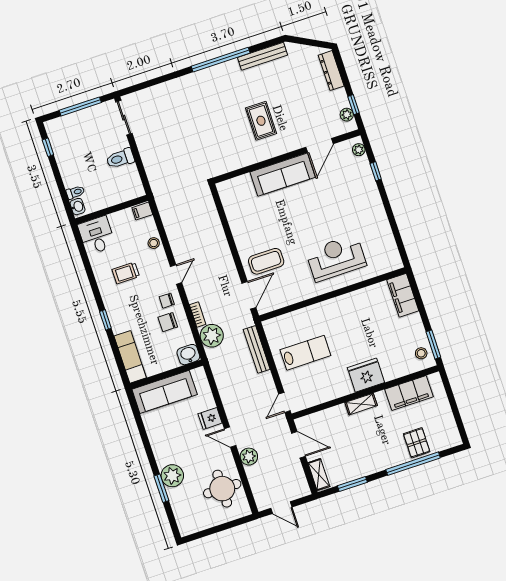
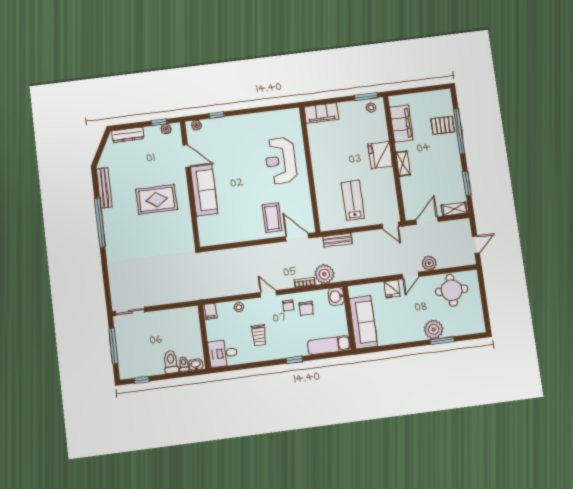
rug: (261, 121) -> (157, 199), width x1.36, depth x1.43
toilet: (120, 158) -> (171, 362), moved, turned 180
bench: (257, 349) -> (337, 240), width x0.73

